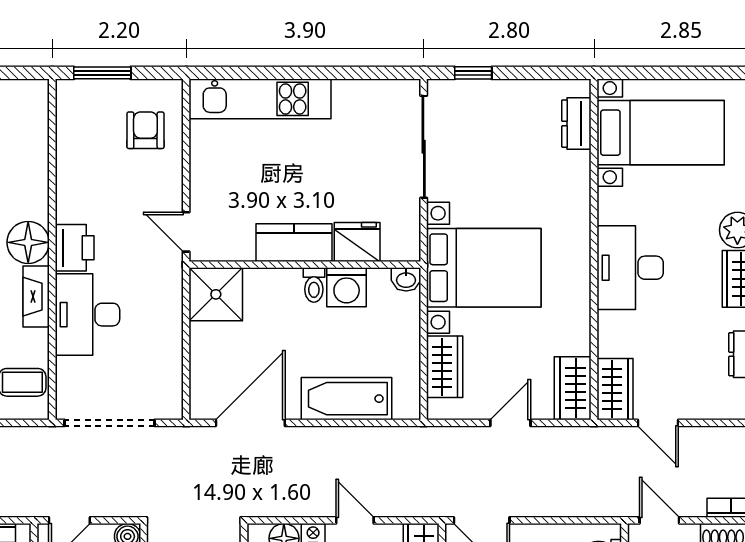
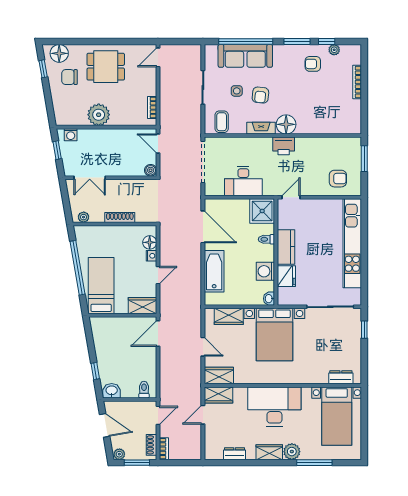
kitchen unit: (260, 99) -> (352, 243), width x1.36
desk: (630, 268) -> (274, 407), width x1.36, depth x1.30
toilet: (314, 285) -> (266, 239), moved
desk: (87, 315) -> (243, 181), moved, turned 180

